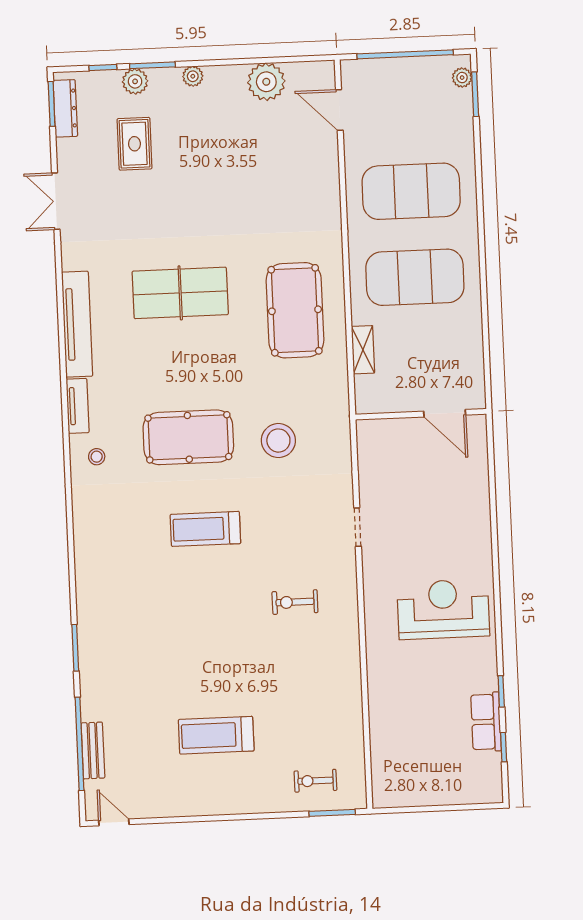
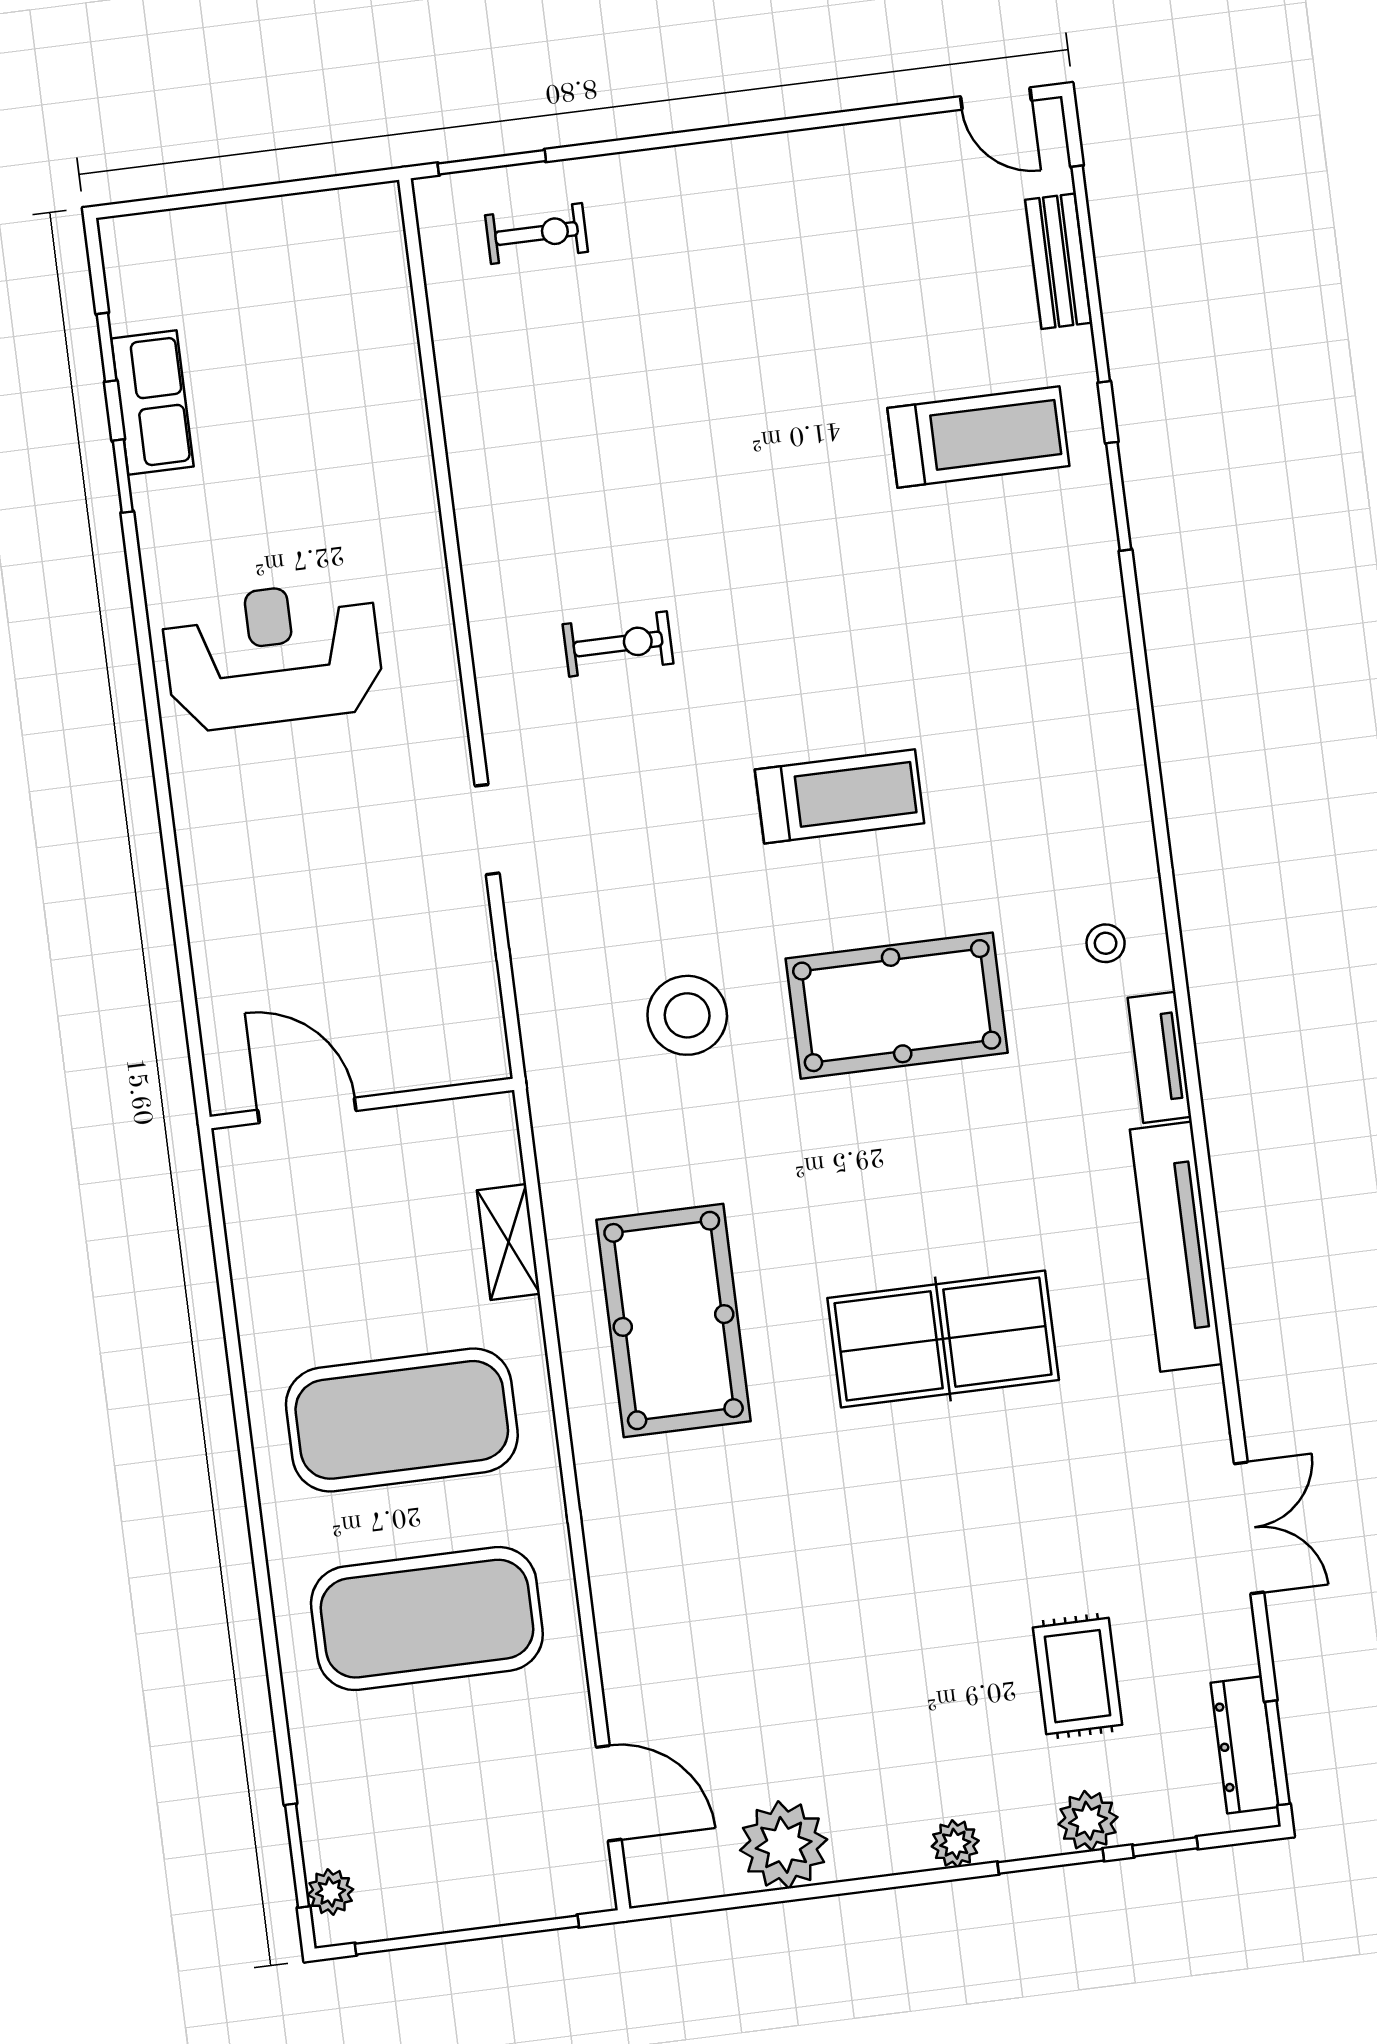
reception desk: (443, 609) -> (273, 655), turned 180
treadmill: (216, 735) -> (978, 437), moved

